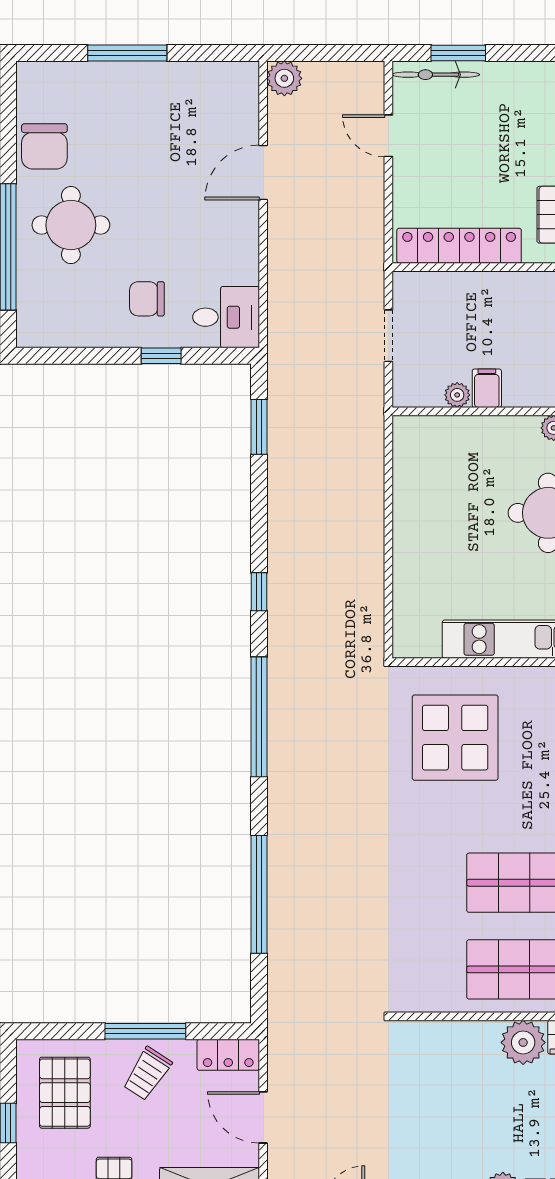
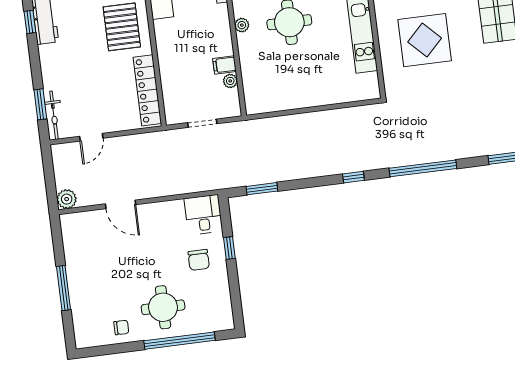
chair: (44, 146) -> (121, 327), width x0.54, depth x0.54
display table: (455, 738) -> (425, 40), moved

